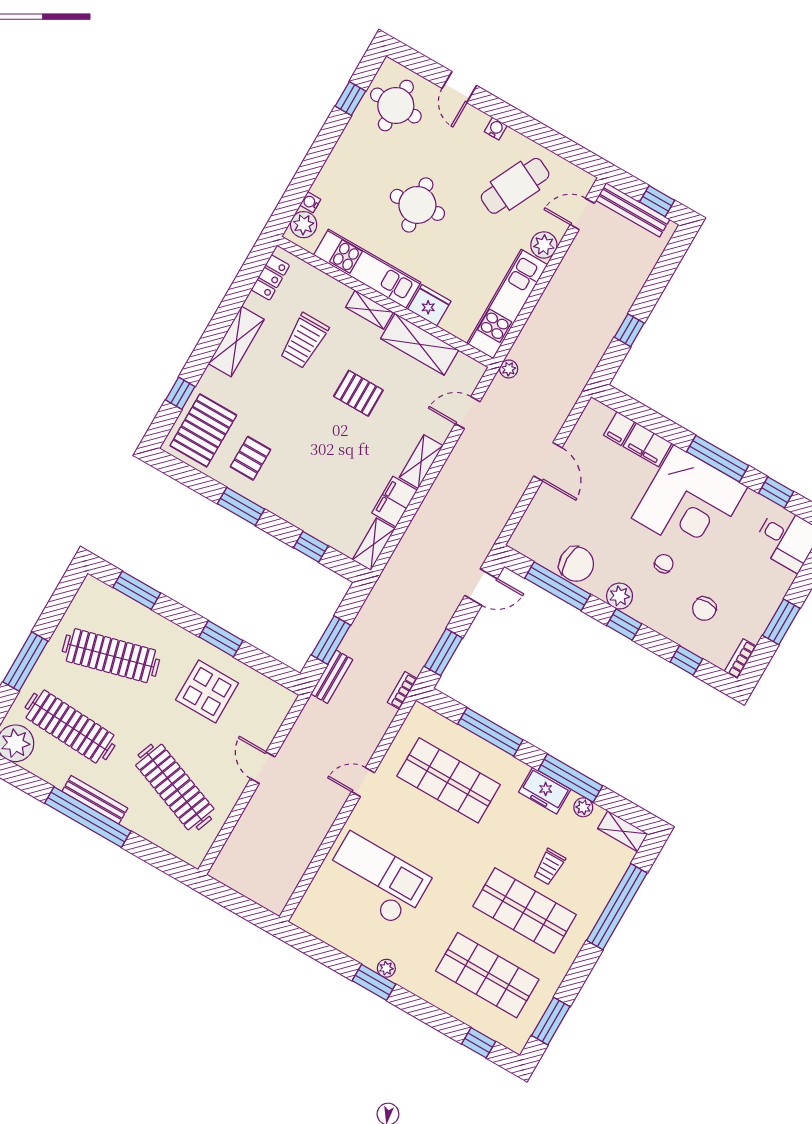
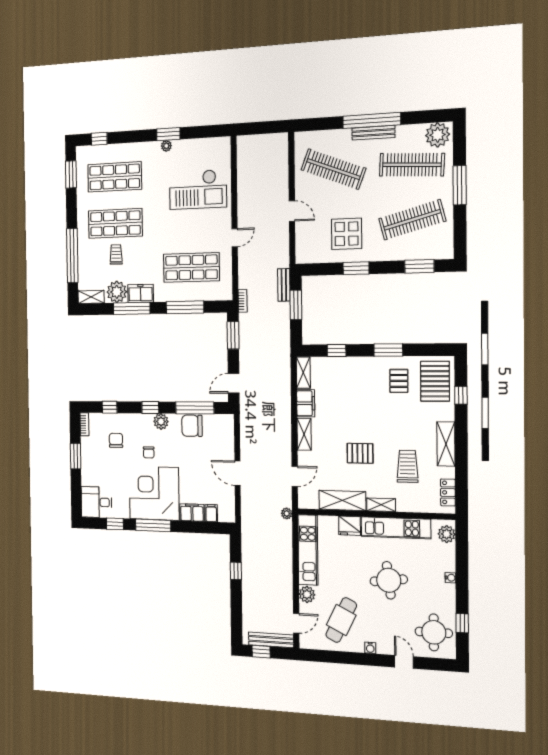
water cooler: (310, 202) -> (450, 578), moved
plant: (583, 807) -> (117, 292), width x1.87, depth x1.87

